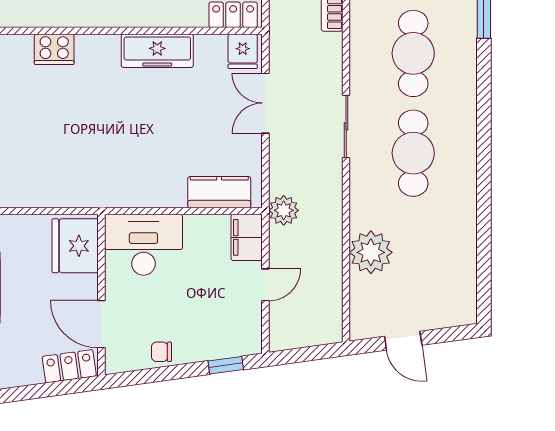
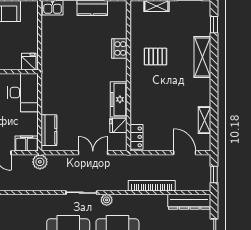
fridge: (243, 51) -> (118, 125), moved
fridge: (75, 246) -> (29, 62), width x0.53, depth x0.75
plant: (371, 252) -> (107, 200), moved, width x0.53, depth x0.53

